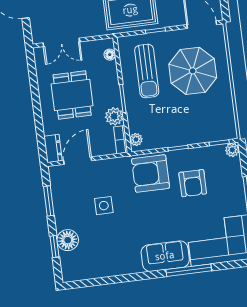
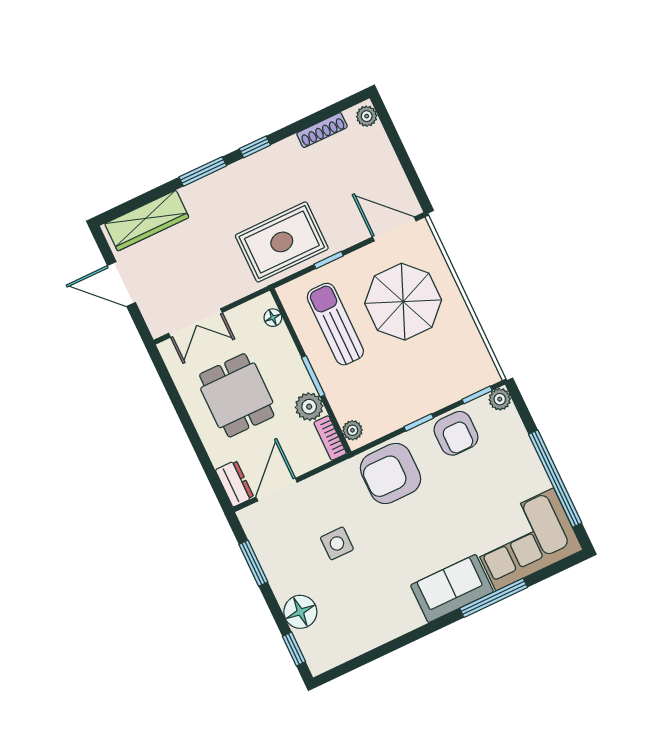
sun lounger: (147, 71) -> (335, 324), turned 180
armchair: (193, 183) -> (456, 433), moved
window: (54, 247) -> (294, 649), moved

